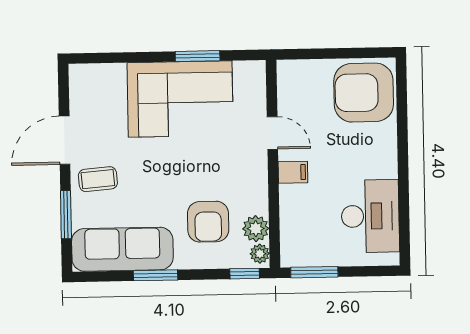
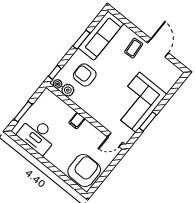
door: (272, 133) -> (115, 140), moved
window: (66, 215) -> (131, 26), removed
window: (314, 272) -> (23, 112), moved

